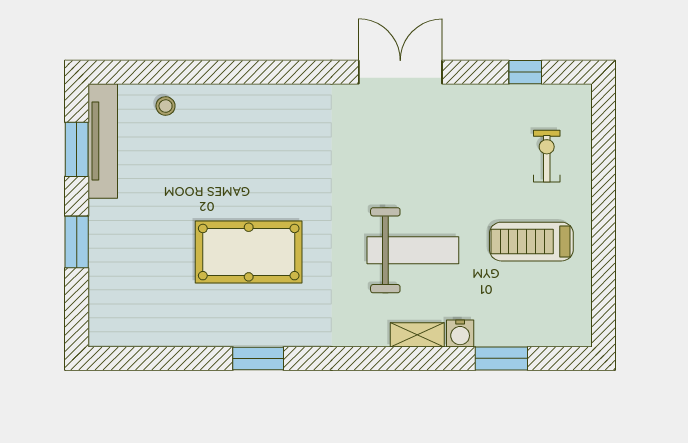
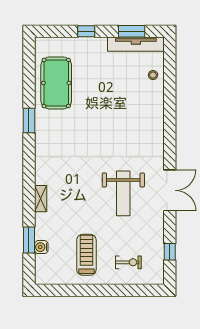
window: (77, 242) -> (86, 31), width x0.67
weight bench: (413, 250) -> (123, 193), moved
pool table: (249, 252) -> (56, 83), moved
water cooler: (460, 333) -> (41, 247), moved

